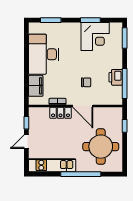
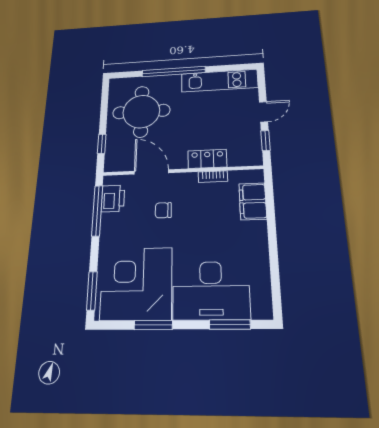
corner desk: (95, 36) -> (136, 284), width x1.36, depth x1.36
desk: (44, 54) -> (211, 290), moved, turned 90
printer: (116, 77) -> (113, 198), moved
door: (83, 106) -> (151, 172), moved

